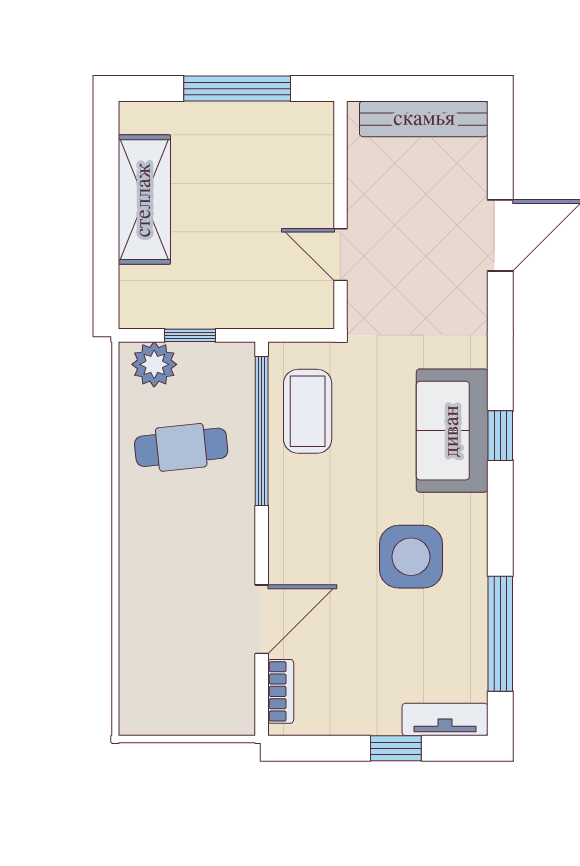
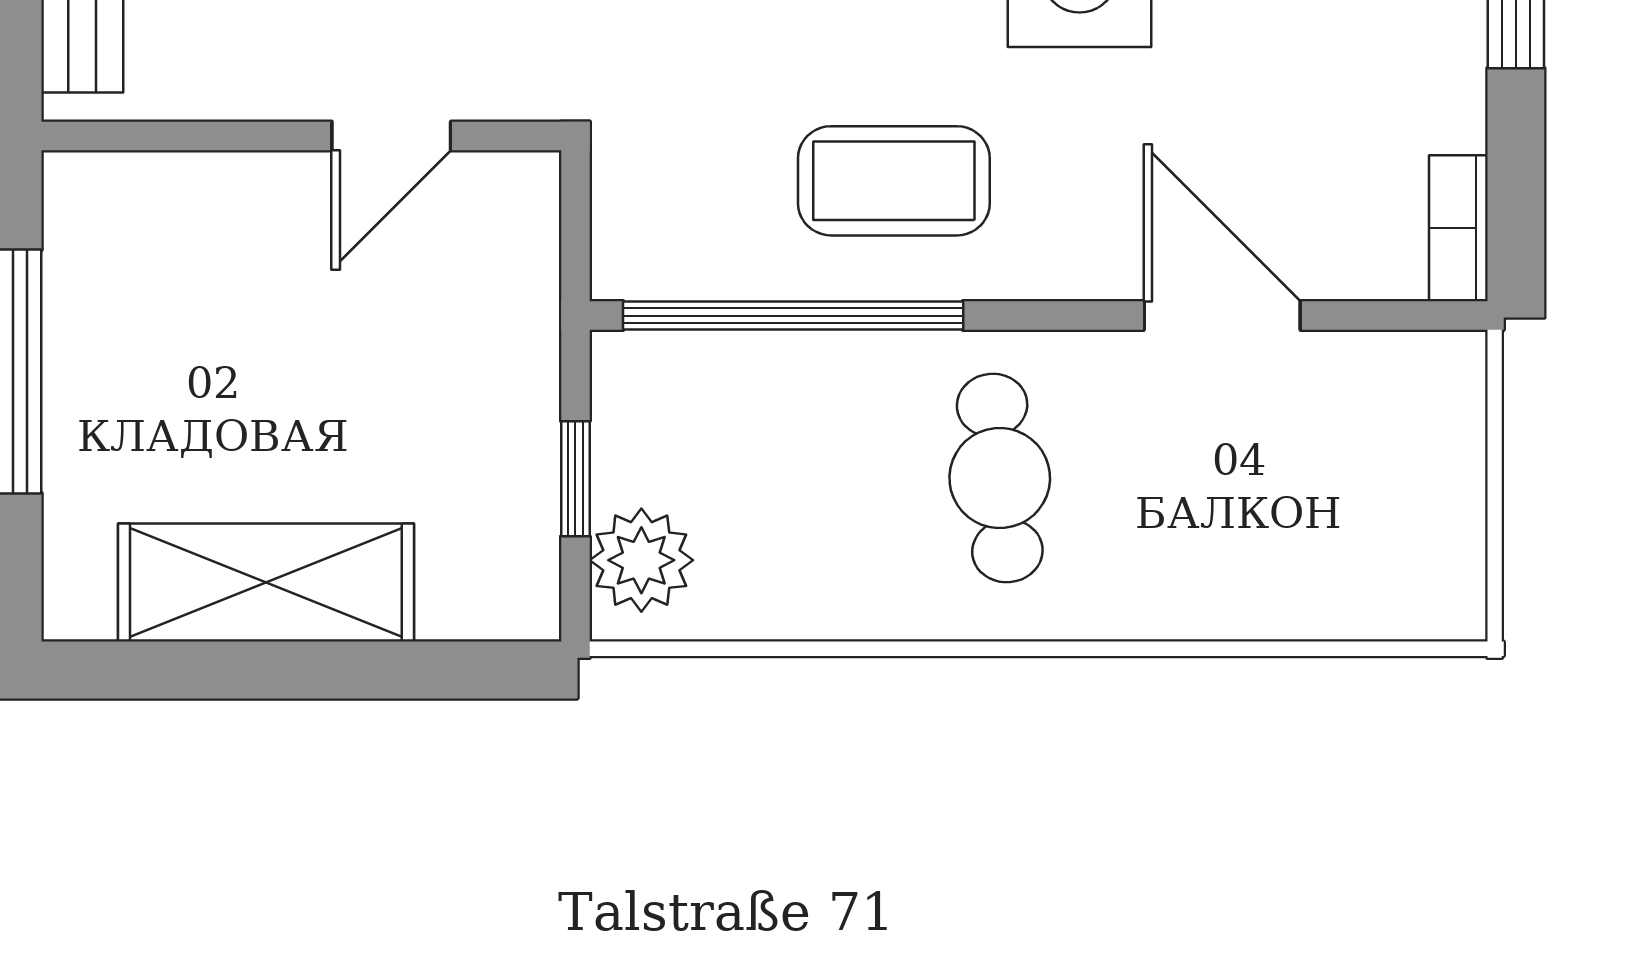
coffee table: (308, 411) -> (894, 181), moved
cafe table: (181, 447) -> (1000, 478), moved
bookcase: (281, 691) -> (1458, 228), moved, turned -90

